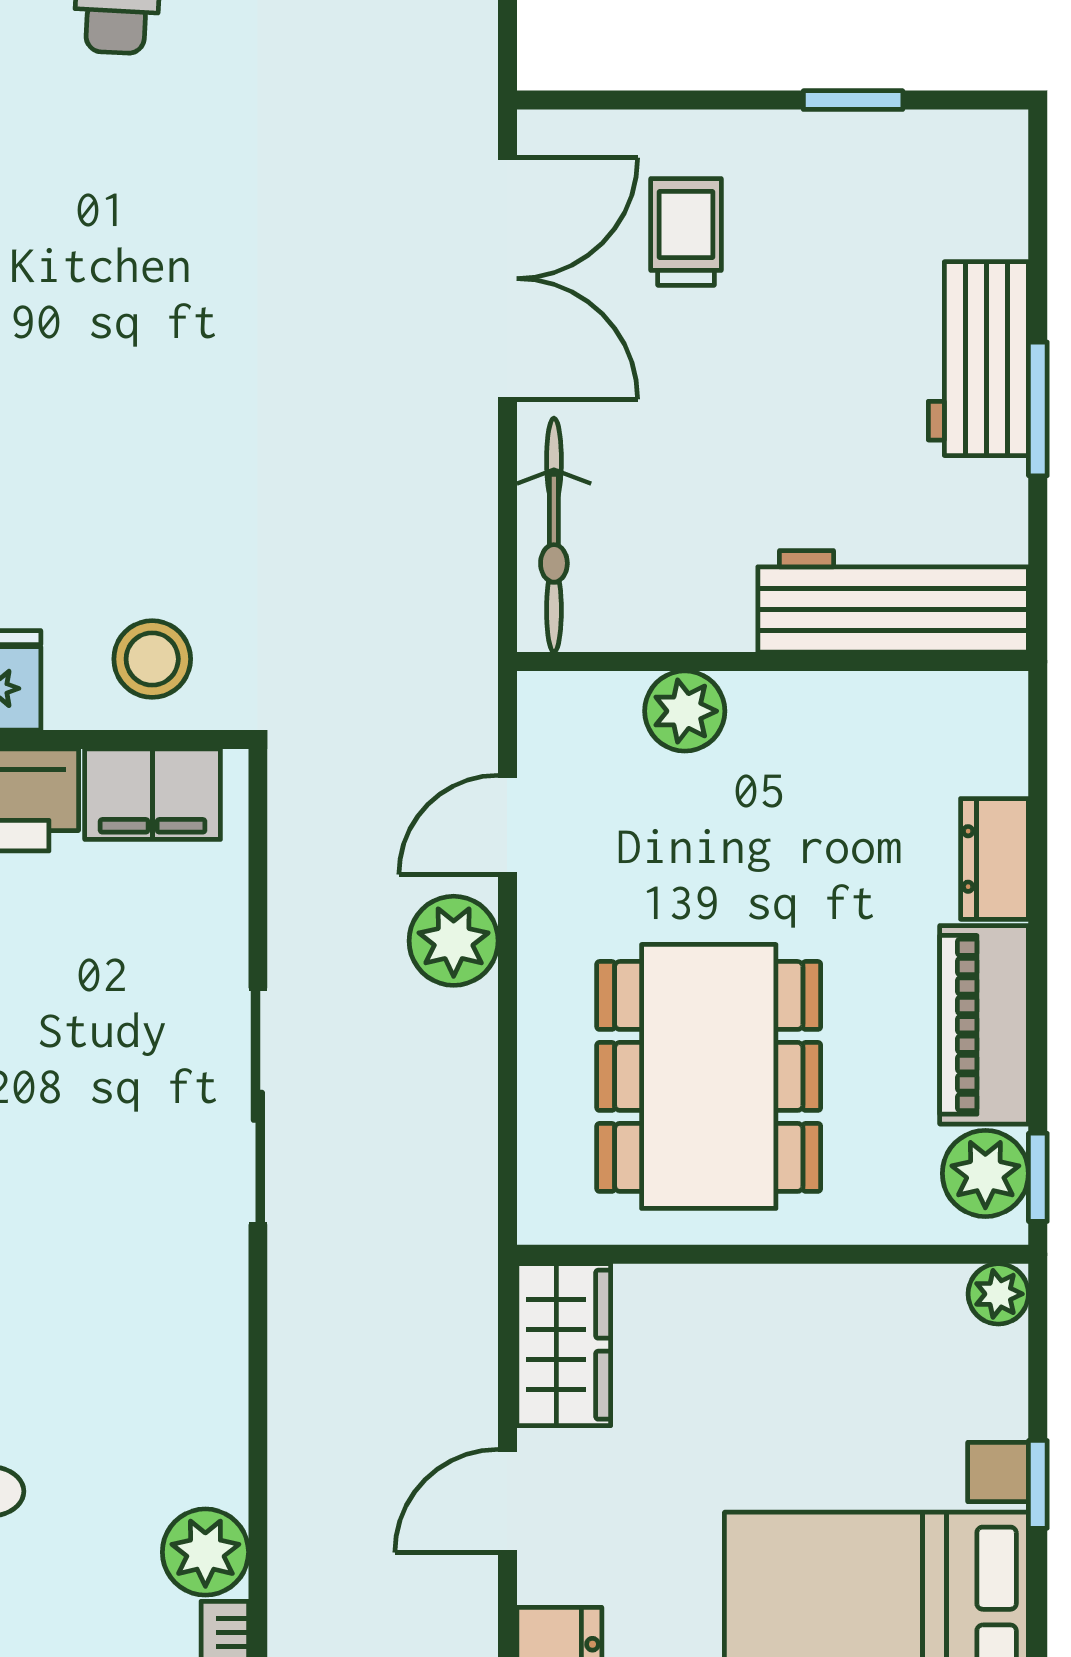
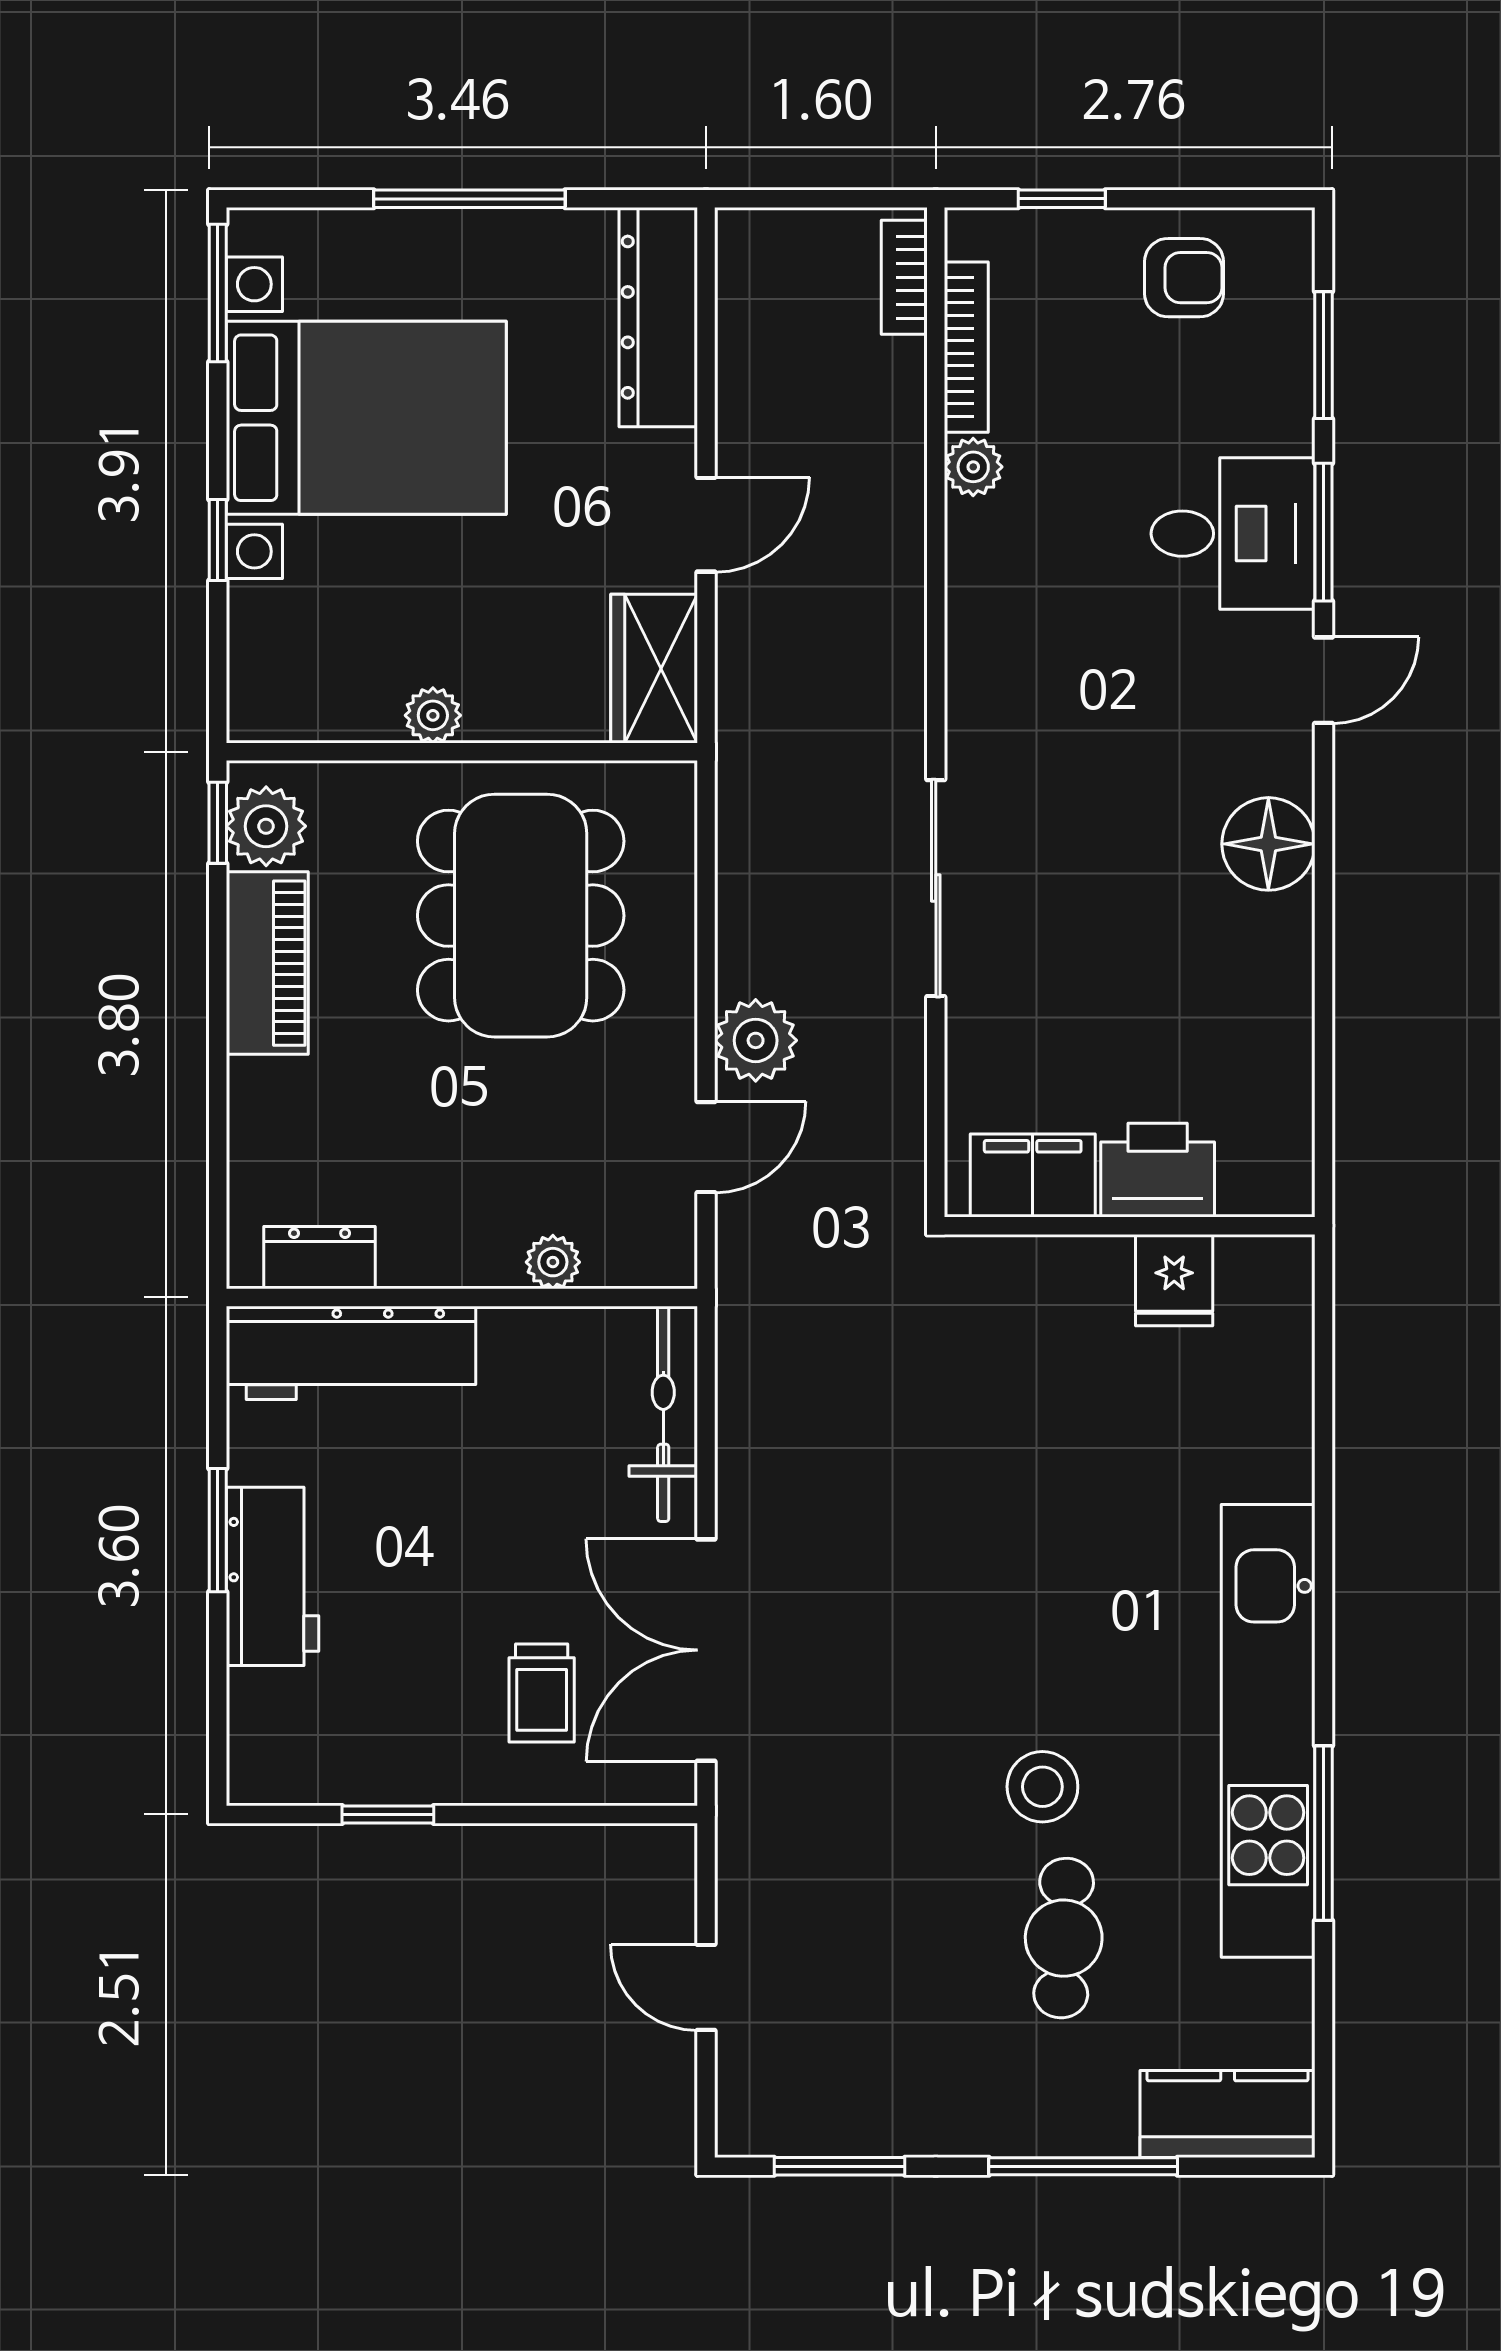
stool: (152, 659) -> (1042, 1787), moved
plant: (685, 711) -> (553, 1262), width x0.73, depth x0.73
dresser: (995, 859) -> (320, 1258), moved, turned -90
plant: (998, 1294) -> (433, 715), moved
plant: (205, 1552) -> (973, 467), width x0.73, depth x0.73

